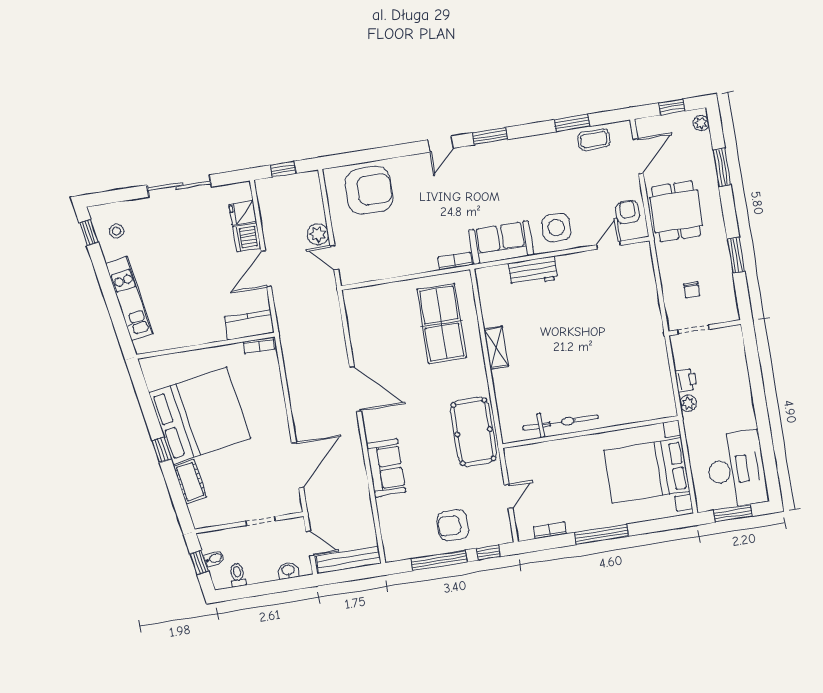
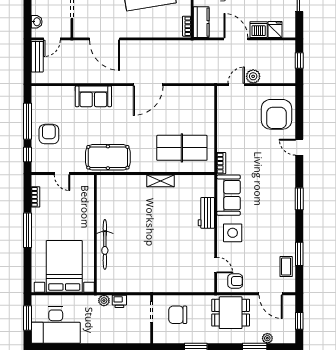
plant: (701, 123) -> (267, 338), moved
door: (440, 144) -> (299, 147), moved
chair: (692, 290) -> (178, 315), width x1.87, depth x1.87
bicycle: (560, 422) -> (105, 244), moved
bench: (349, 560) -> (37, 57), width x0.73

